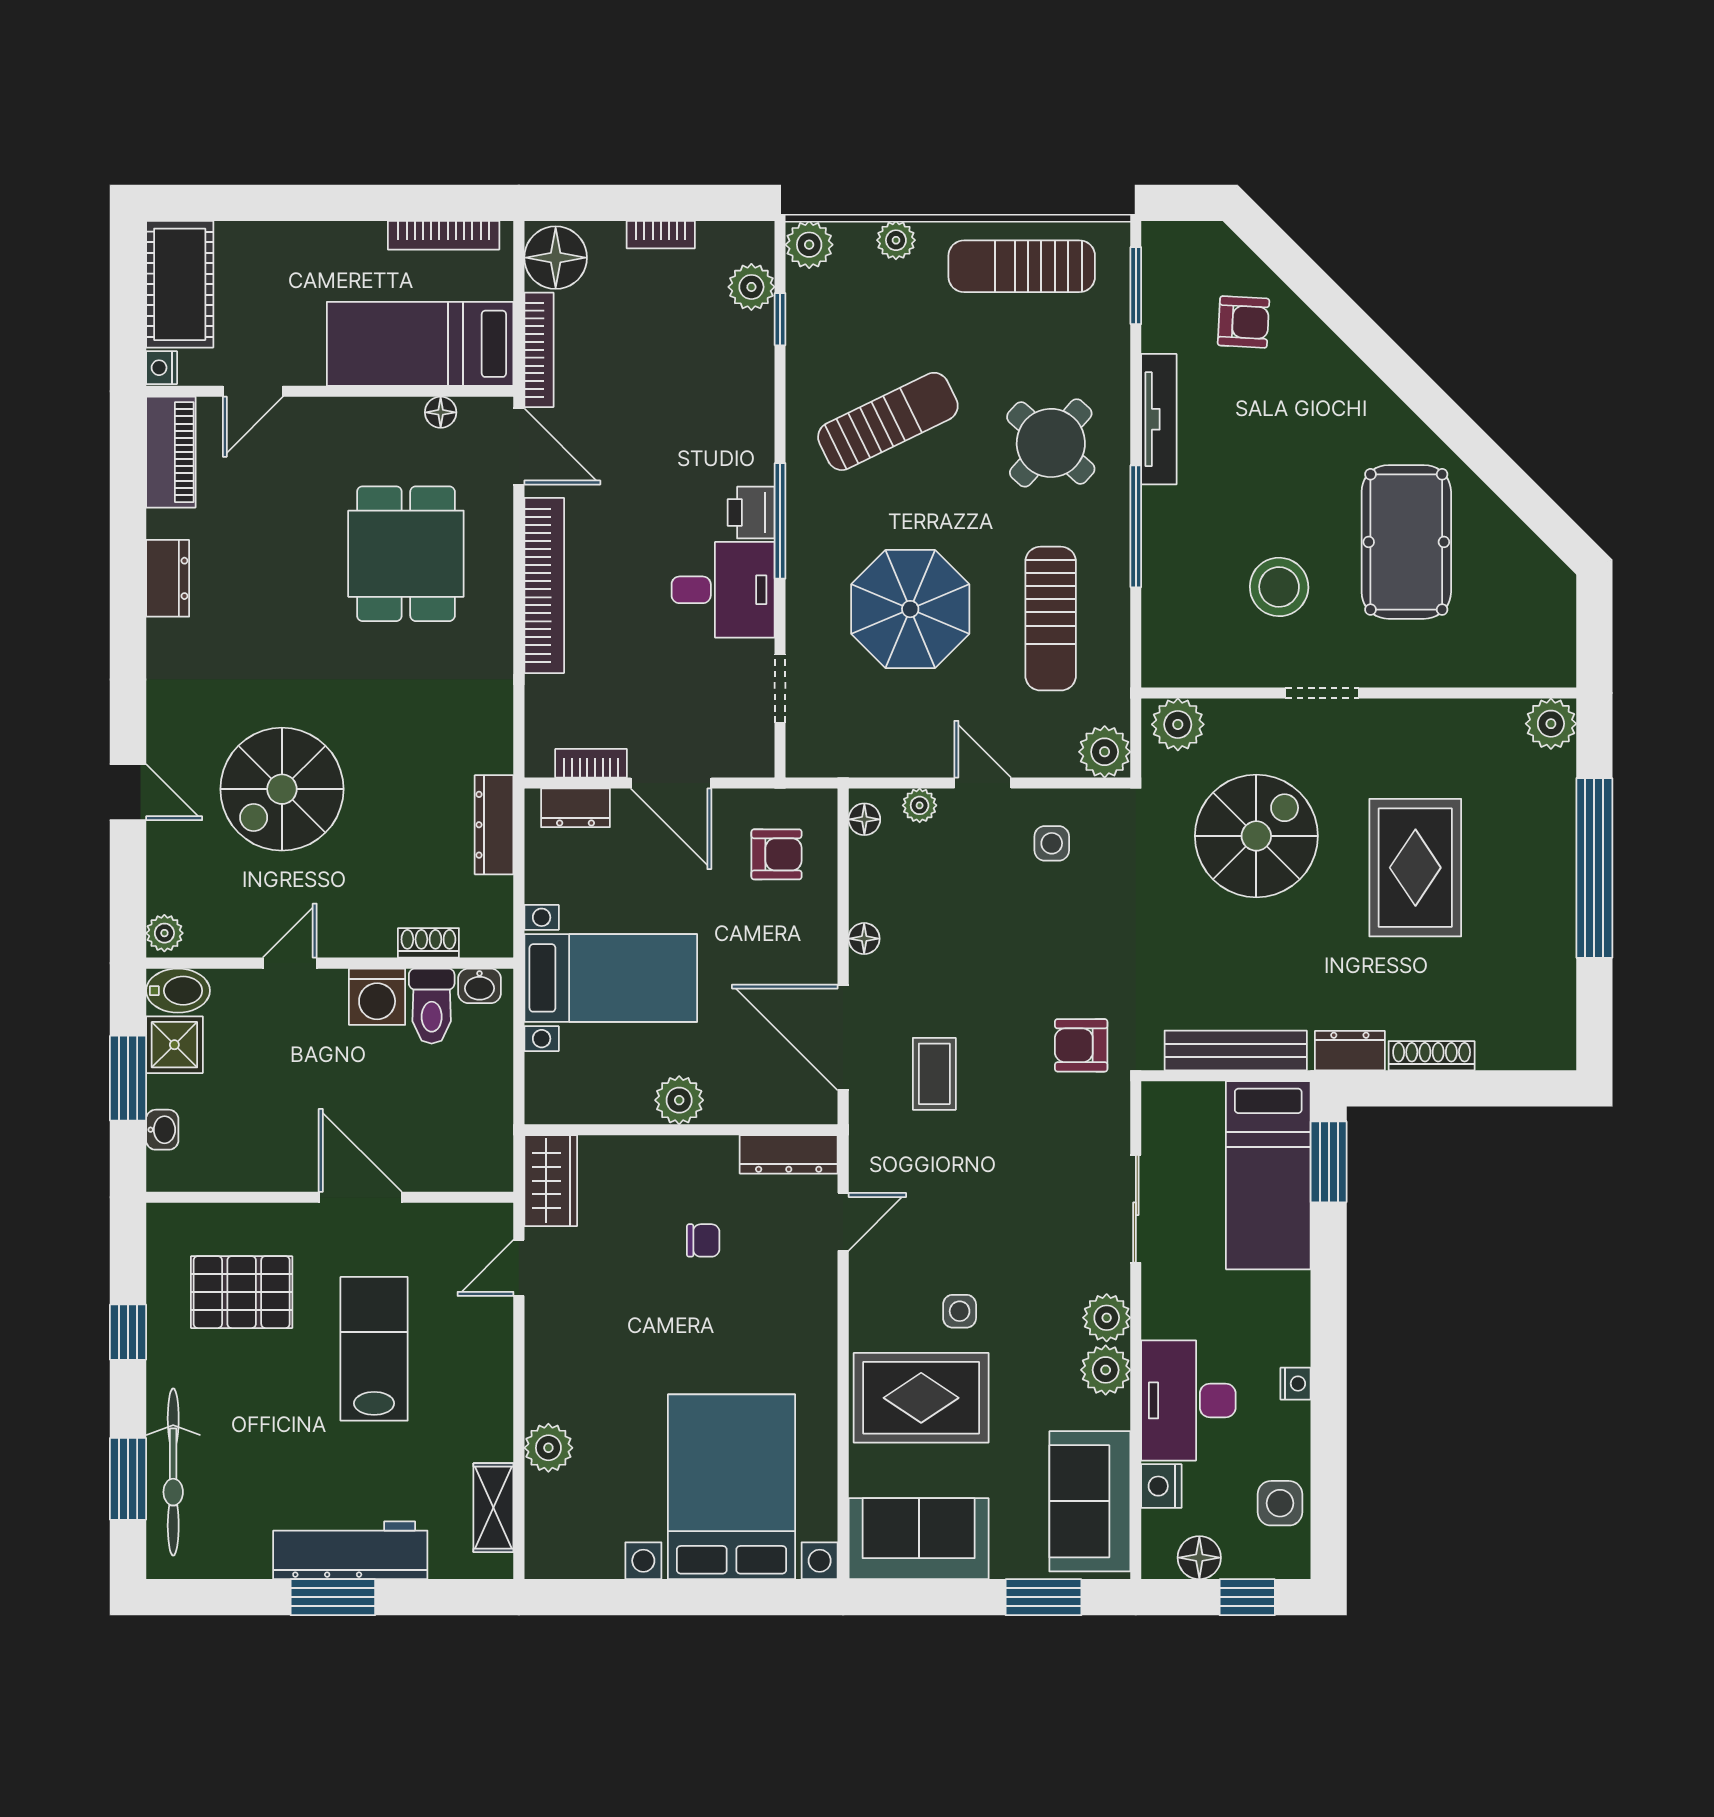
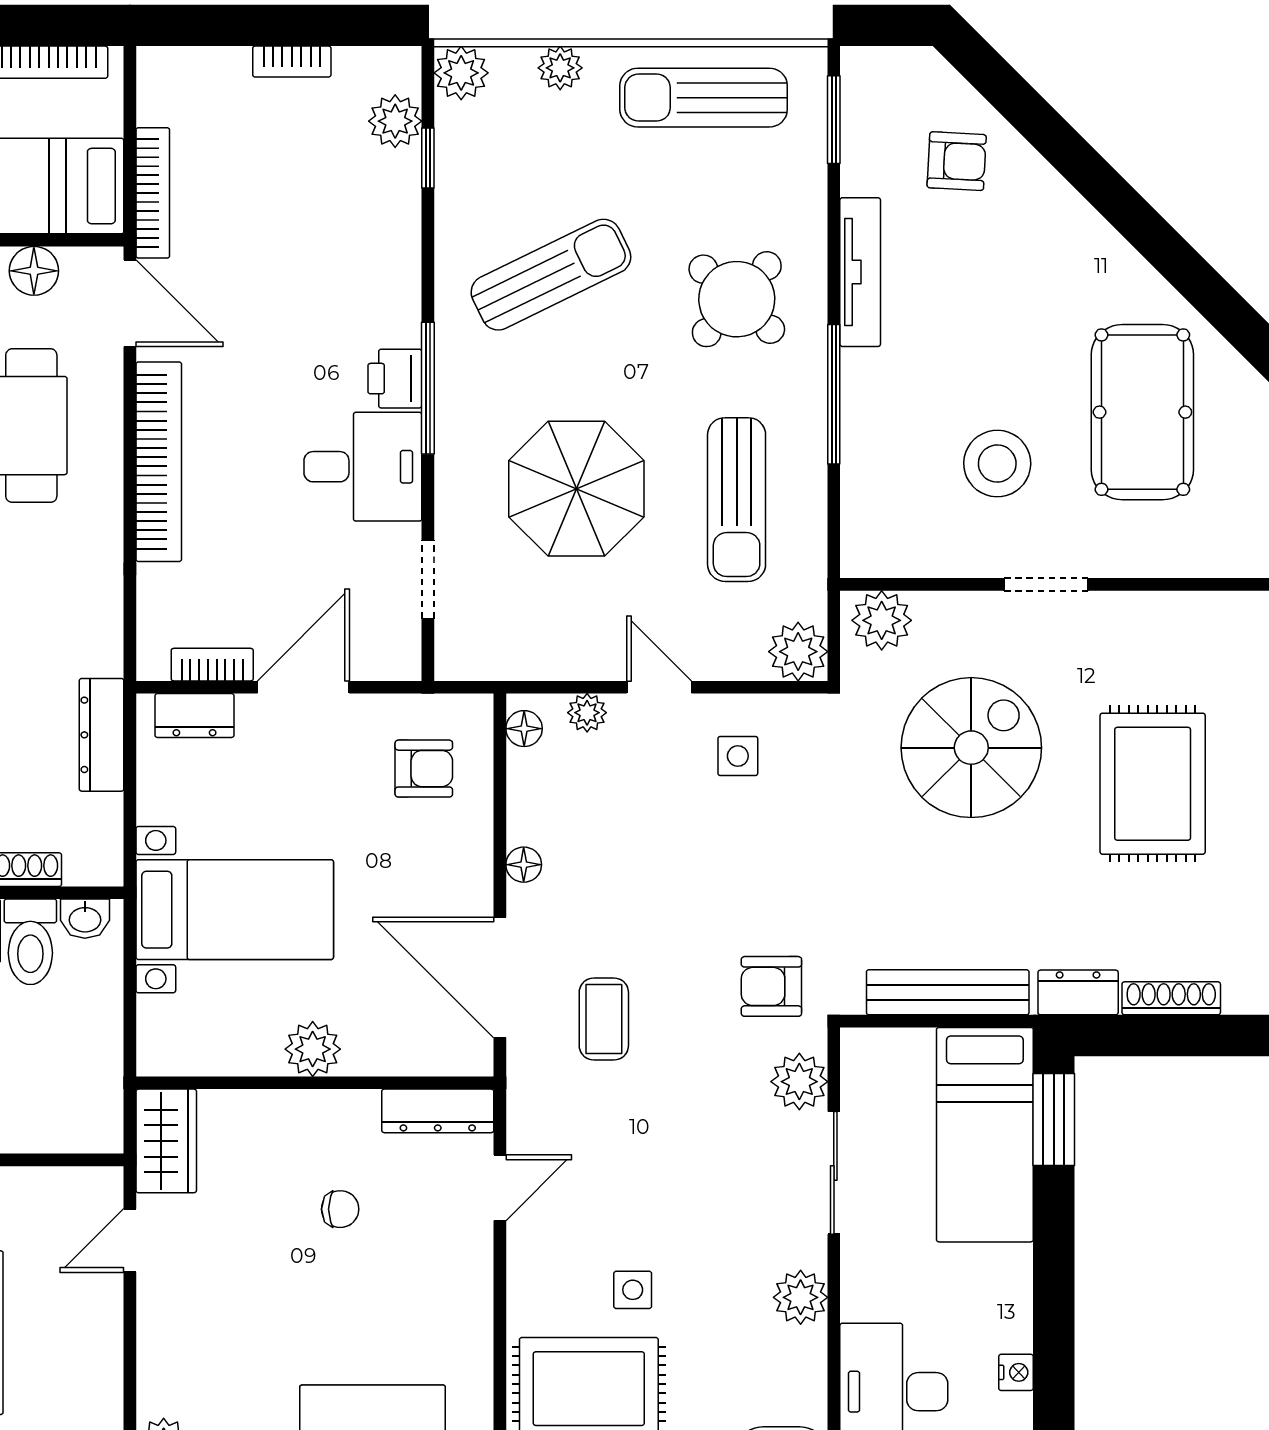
floor lamp: (556, 258) -> (172, 88), removed
floor lamp: (441, 412) -> (34, 271), width x1.37, depth x1.37
door: (671, 783) -> (303, 687), swing flipped
plant: (1106, 1370) -> (799, 1082), moved

